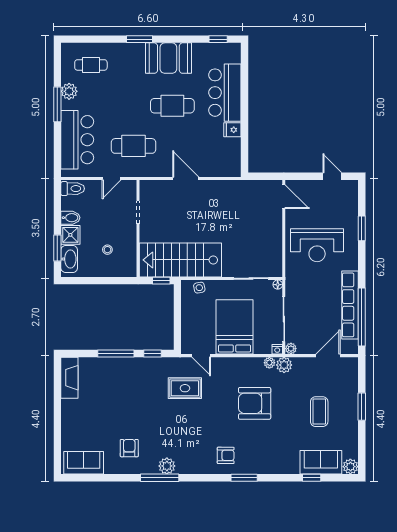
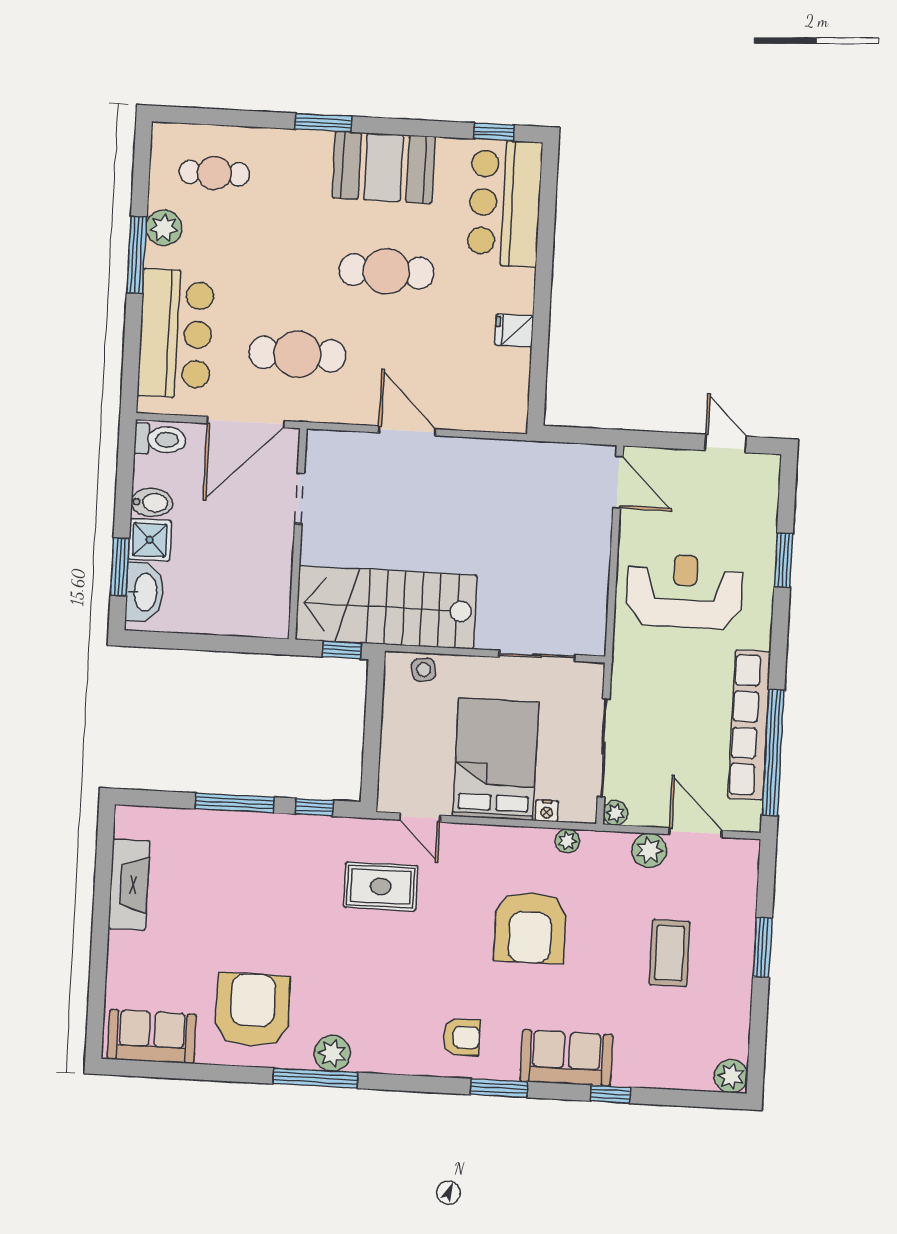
bar counter: (225, 93) -> (505, 203), moved
door: (111, 178) -> (246, 422), width x1.88
reception desk: (317, 245) -> (685, 591), turned 180
stool: (107, 250) -> (229, 576), removed
floor lamp: (278, 285) -> (594, 672), removed
nightstand: (277, 349) -> (547, 811), moved
door: (328, 356) -> (695, 833), hinge flipped
plant: (284, 365) -> (649, 850), moved
fireplace: (69, 378) -> (129, 885), moved
armchair: (255, 403) -> (530, 928), turned -90
armchair: (129, 448) -> (253, 1010), width x1.88, depth x1.88
sofa: (321, 462) -> (566, 1058), moved
window: (312, 478) -> (610, 1094), moved

